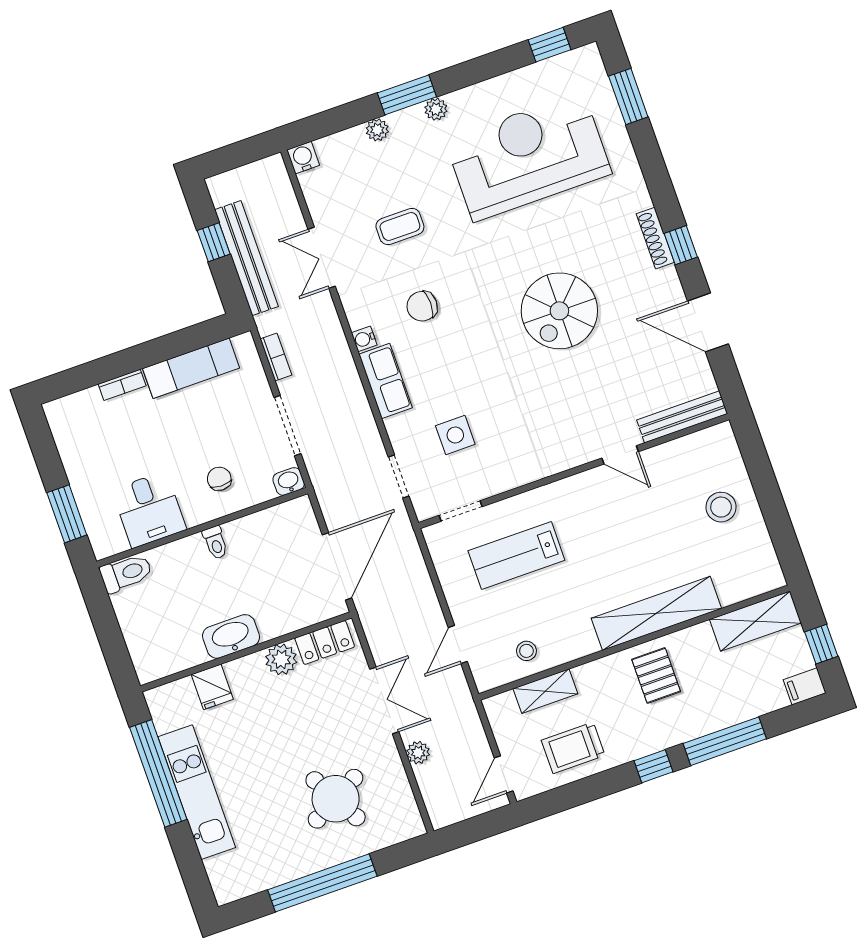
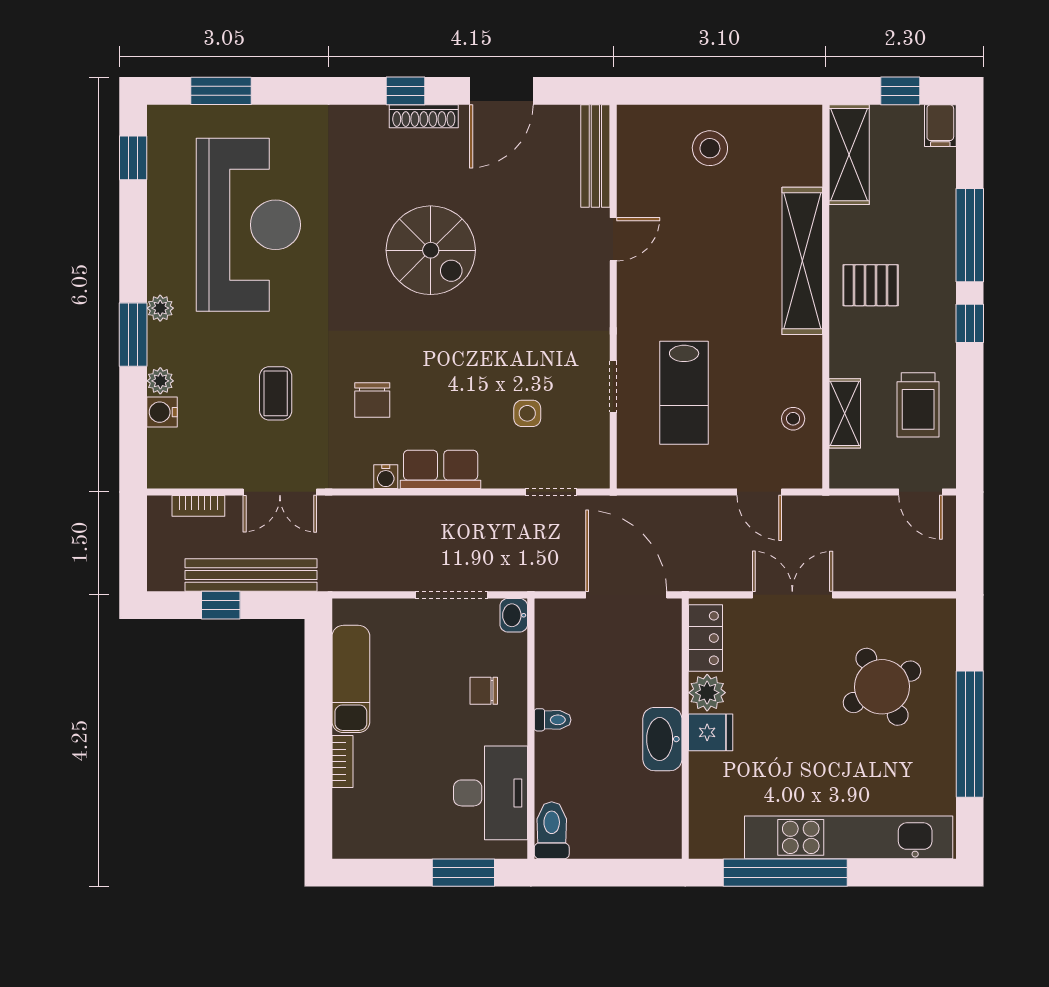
reception desk: (528, 157) -> (248, 225), turned 180
water cooler: (303, 158) -> (162, 412), moved
shoe rack: (655, 238) -> (424, 116), moved
bookcase: (276, 357) -> (198, 506), moved, turned 180
side table: (455, 435) -> (527, 413), width x0.73, depth x0.73
desk: (149, 510) -> (491, 793), width x1.37
doorway: (461, 511) -> (613, 387), moved
fridge: (212, 687) -> (711, 732), moved
plant: (418, 753) -> (863, 578), removed
kitchen unit: (197, 792) -> (849, 837), width x1.36

